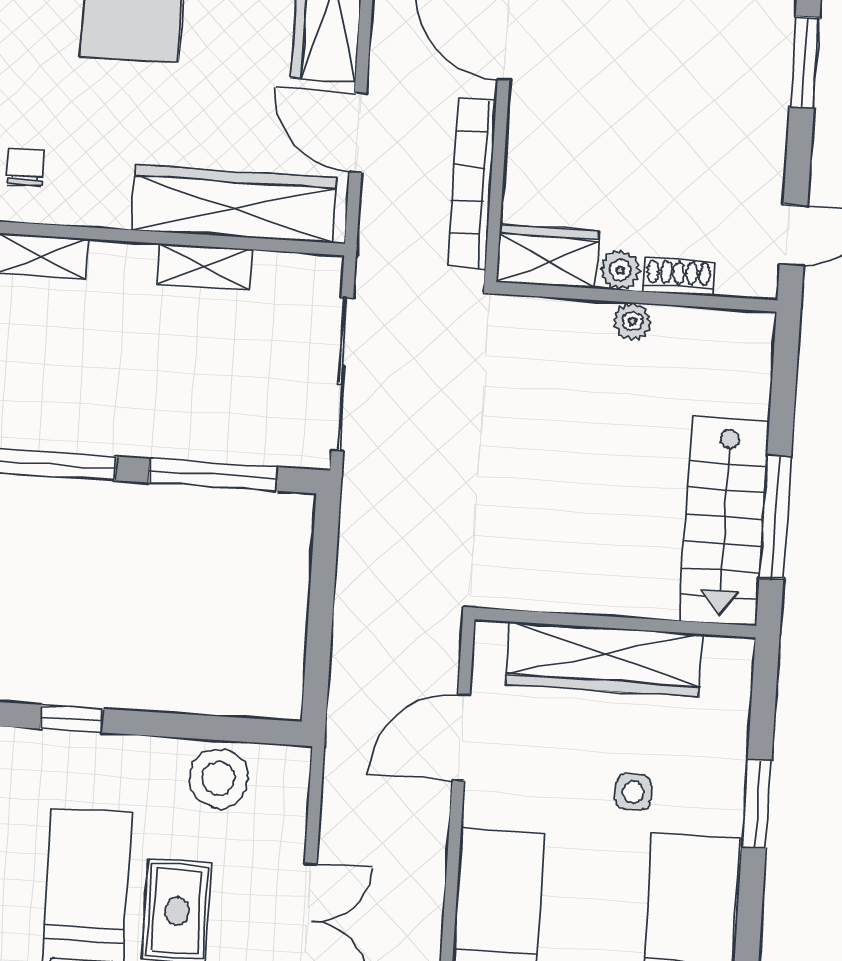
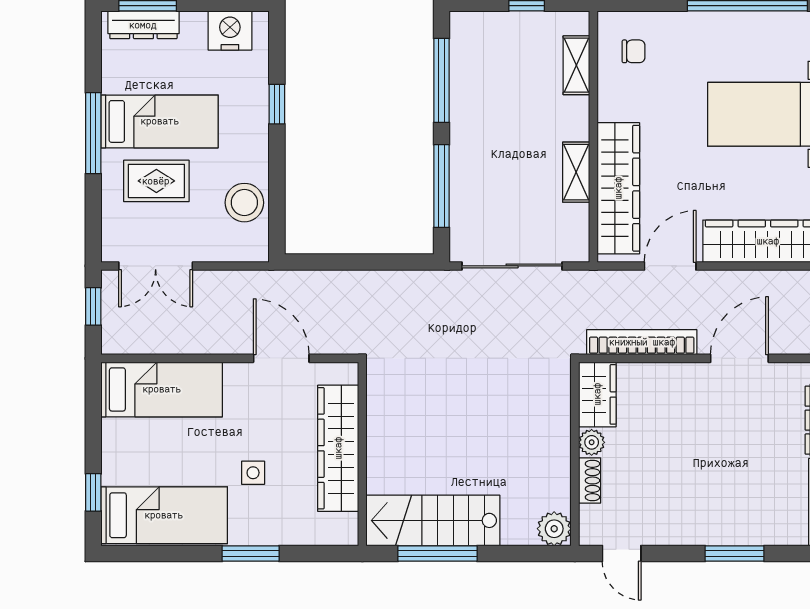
plant: (632, 321) -> (554, 529), moved, width x1.38, depth x1.38

